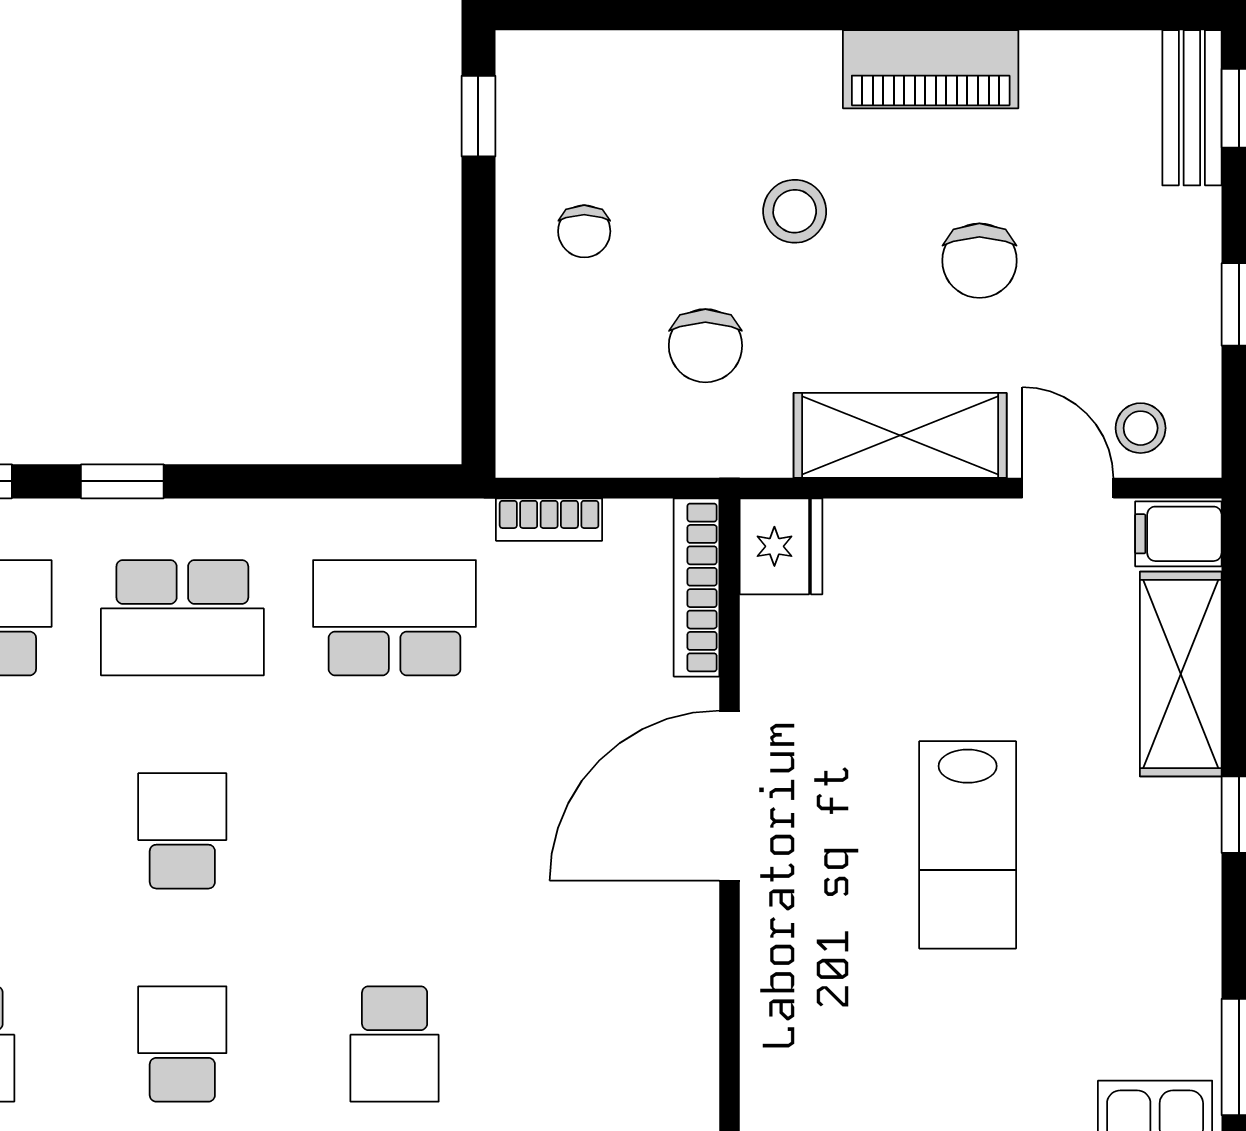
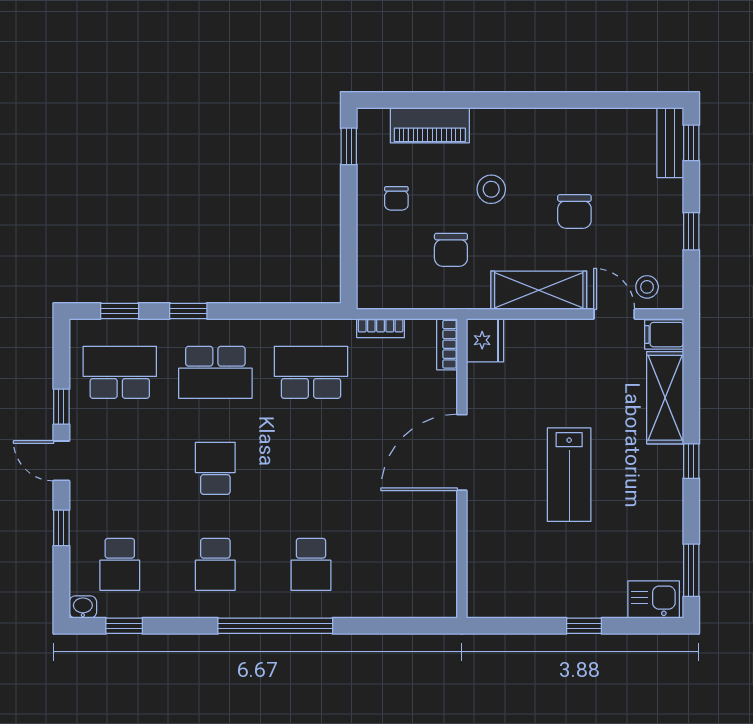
piano: (931, 69) -> (430, 125), moved
bookcase: (697, 587) -> (447, 344), width x0.64
school desk: (182, 1044) -> (215, 564), turned 180

